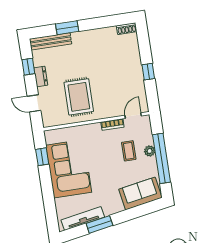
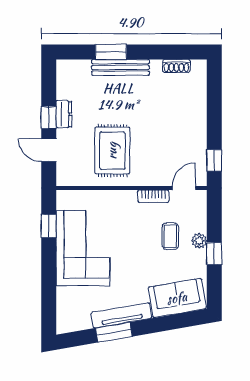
shoe rack: (127, 29) -> (176, 66), moved
bench: (51, 41) -> (121, 67), moved
window: (28, 67) -> (49, 118), moved
window: (148, 72) -> (214, 160), moved
window: (162, 158) -> (214, 254), width x0.32
tv unit: (83, 219) -> (121, 315), moved

